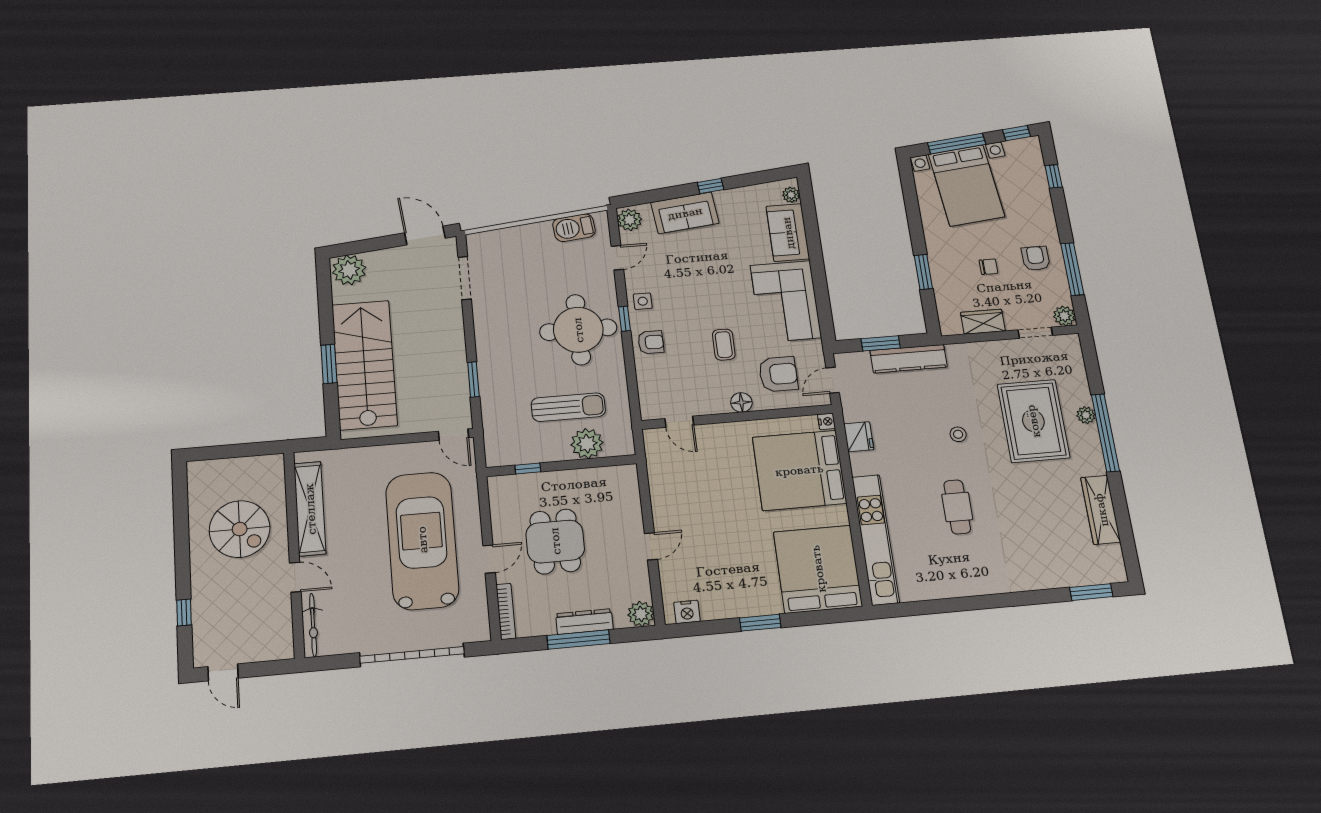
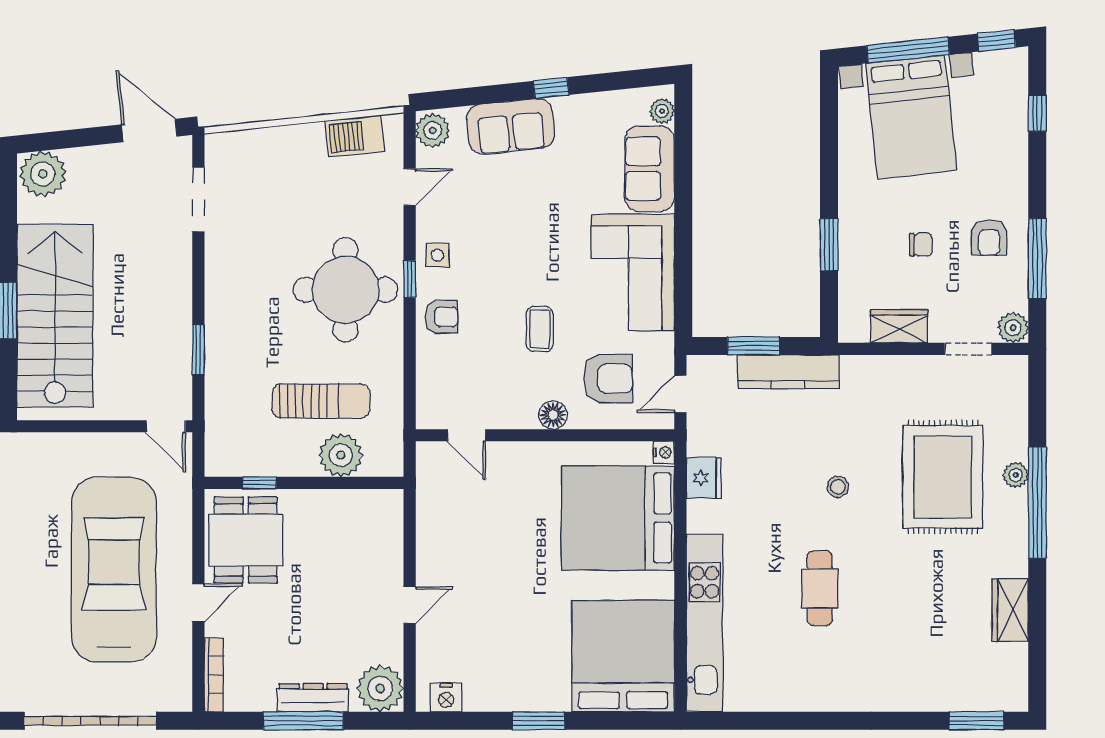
armchair: (1036, 258) -> (989, 238), turned 180
wardrobe: (1101, 510) -> (1010, 610), width x0.67
dining table: (555, 541) -> (246, 540), moved
plant: (641, 614) -> (380, 688), width x1.36, depth x1.36

